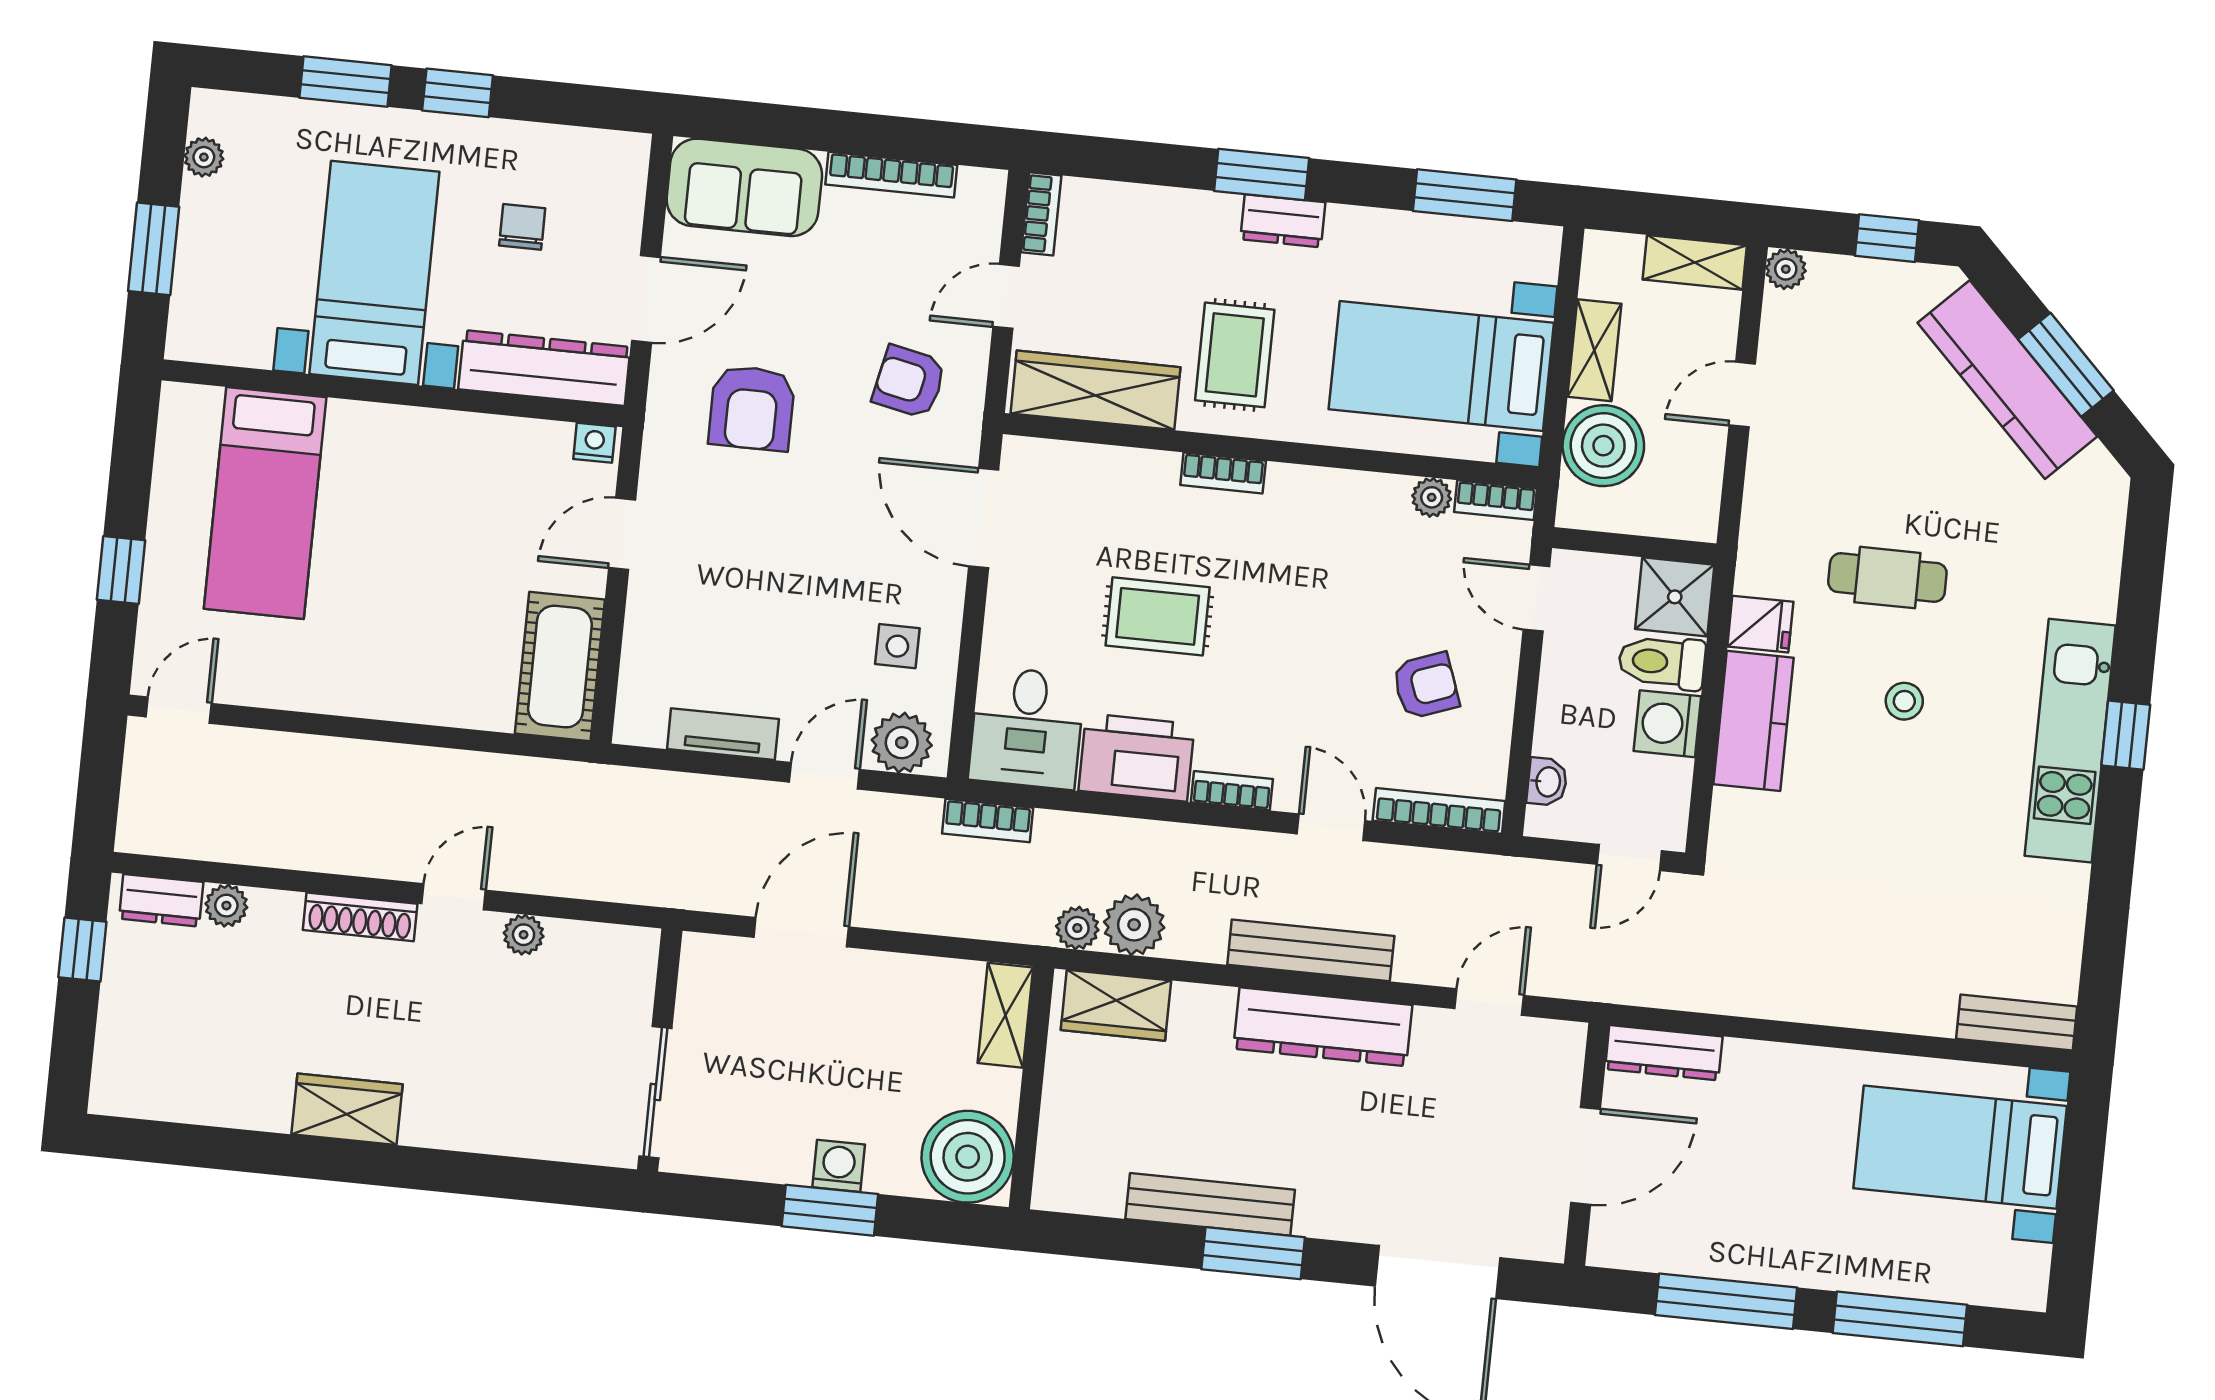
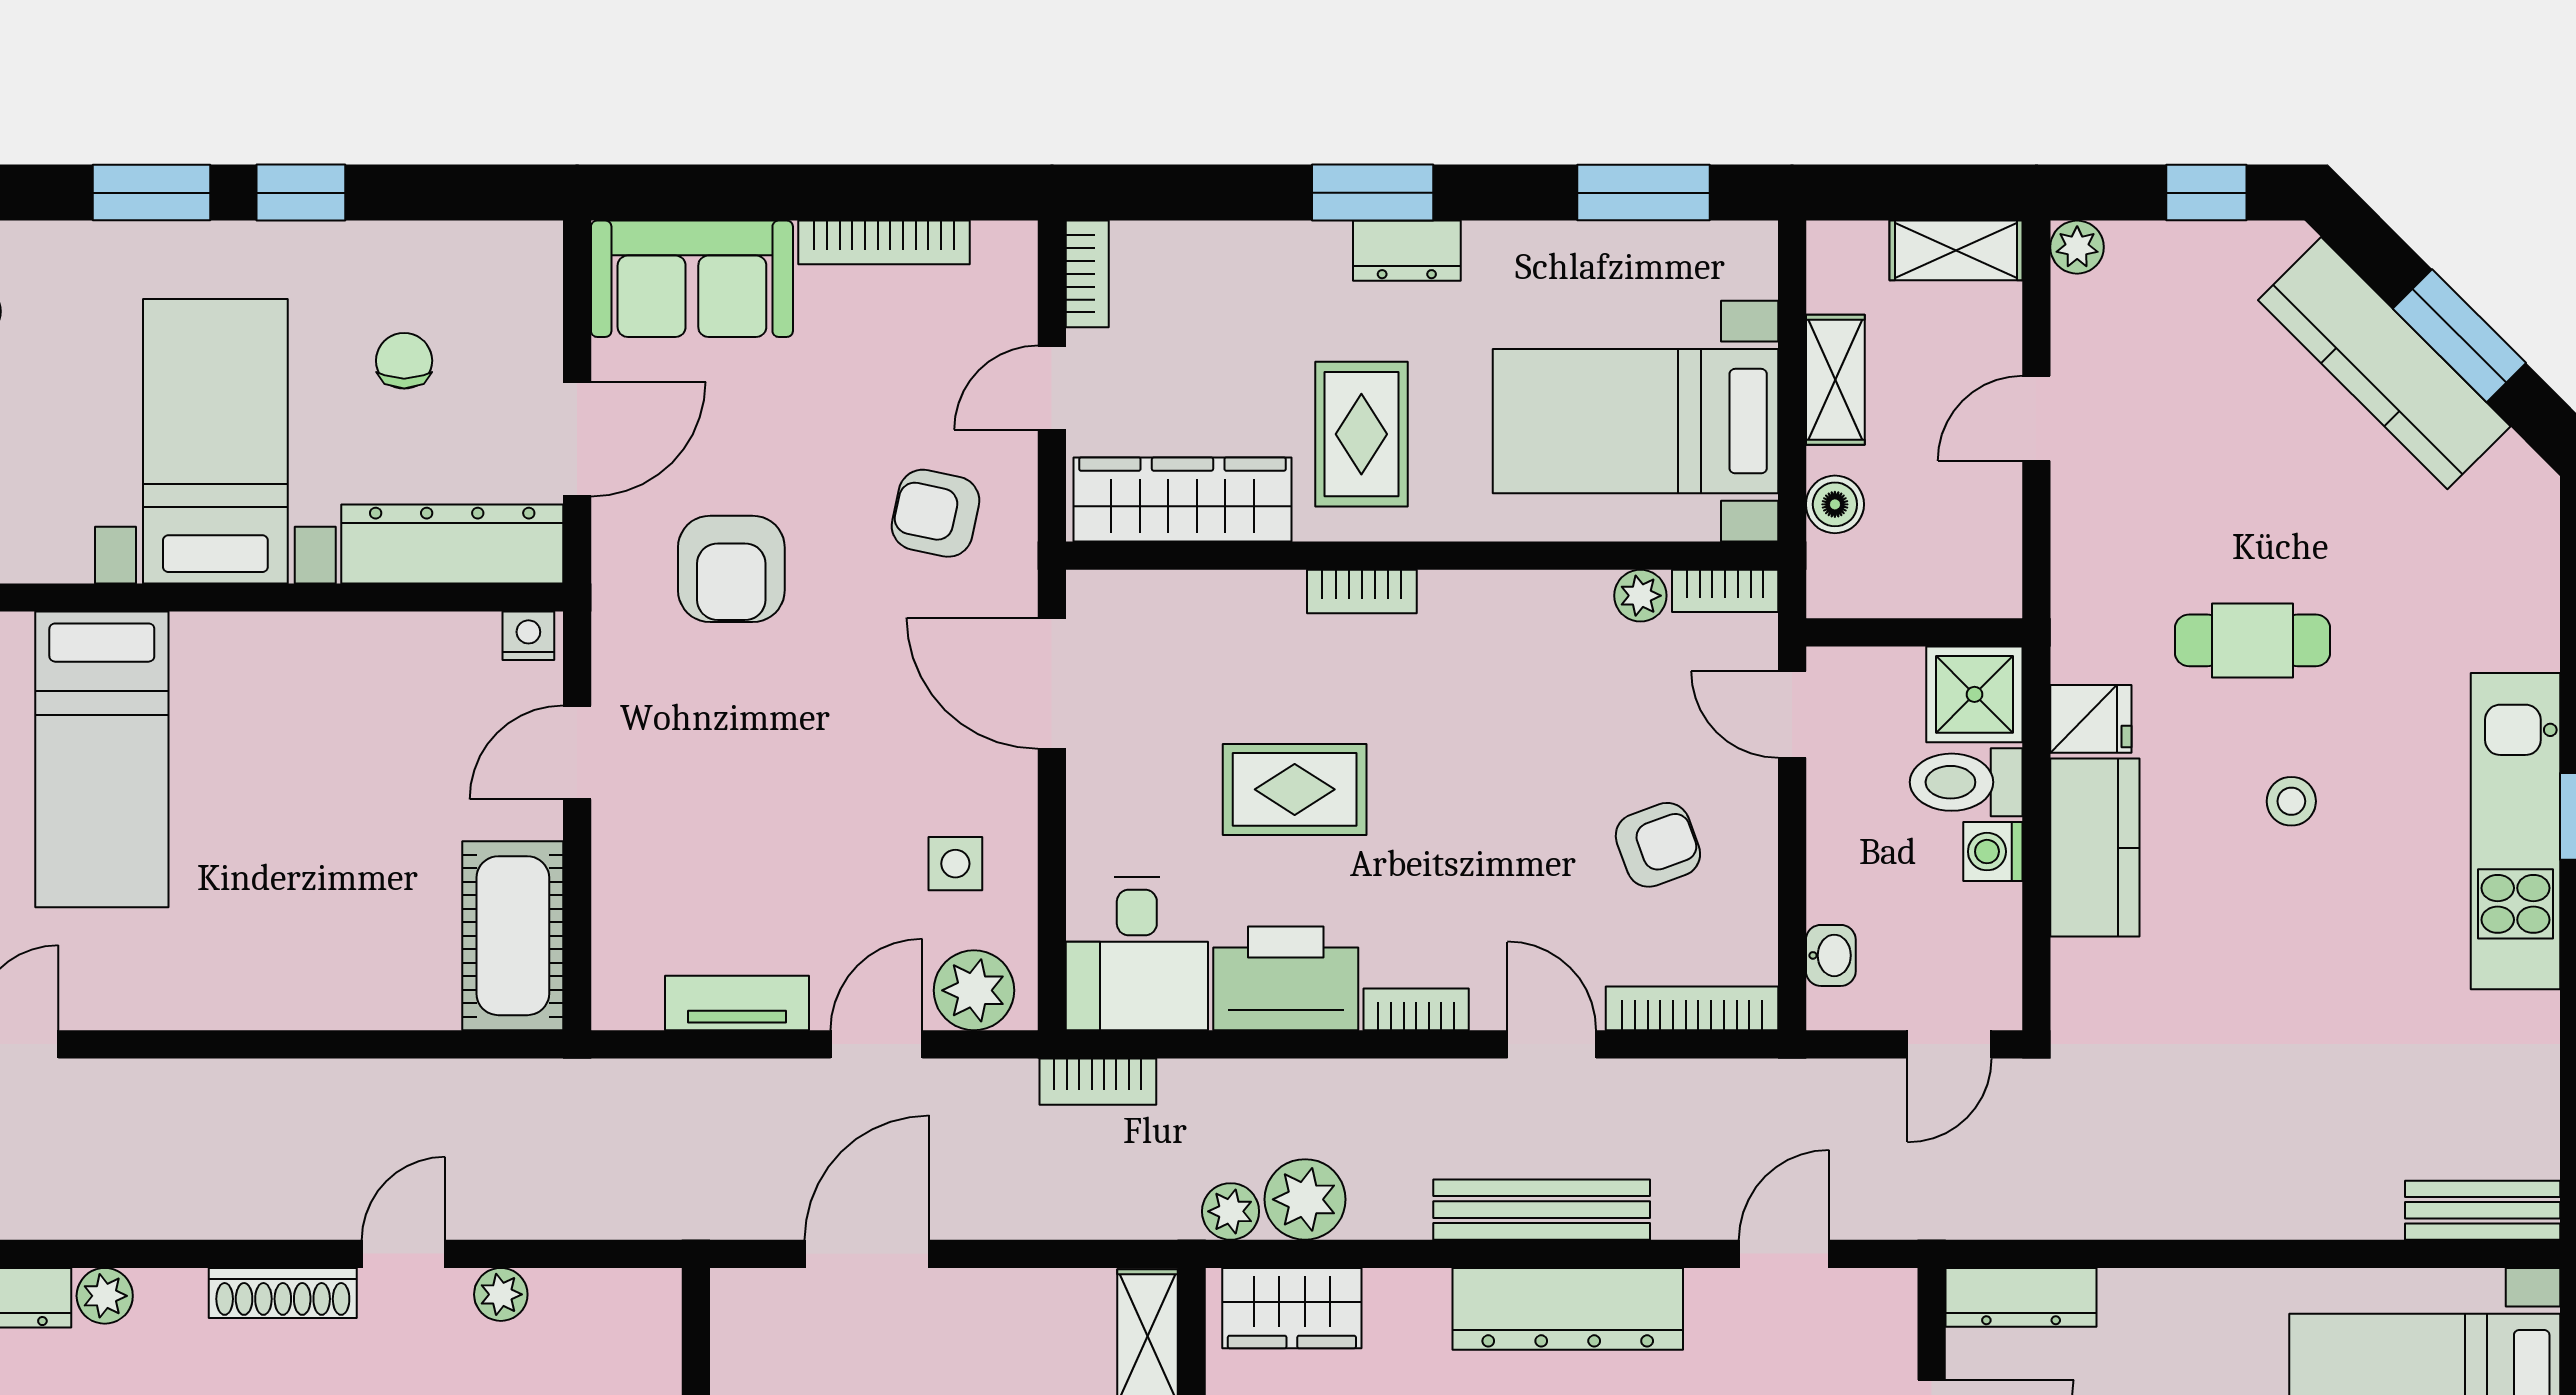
boiler: (1603, 446) -> (1835, 504), width x0.54, depth x0.54
washing machine: (1667, 724) -> (1993, 852), width x0.73, depth x0.73

